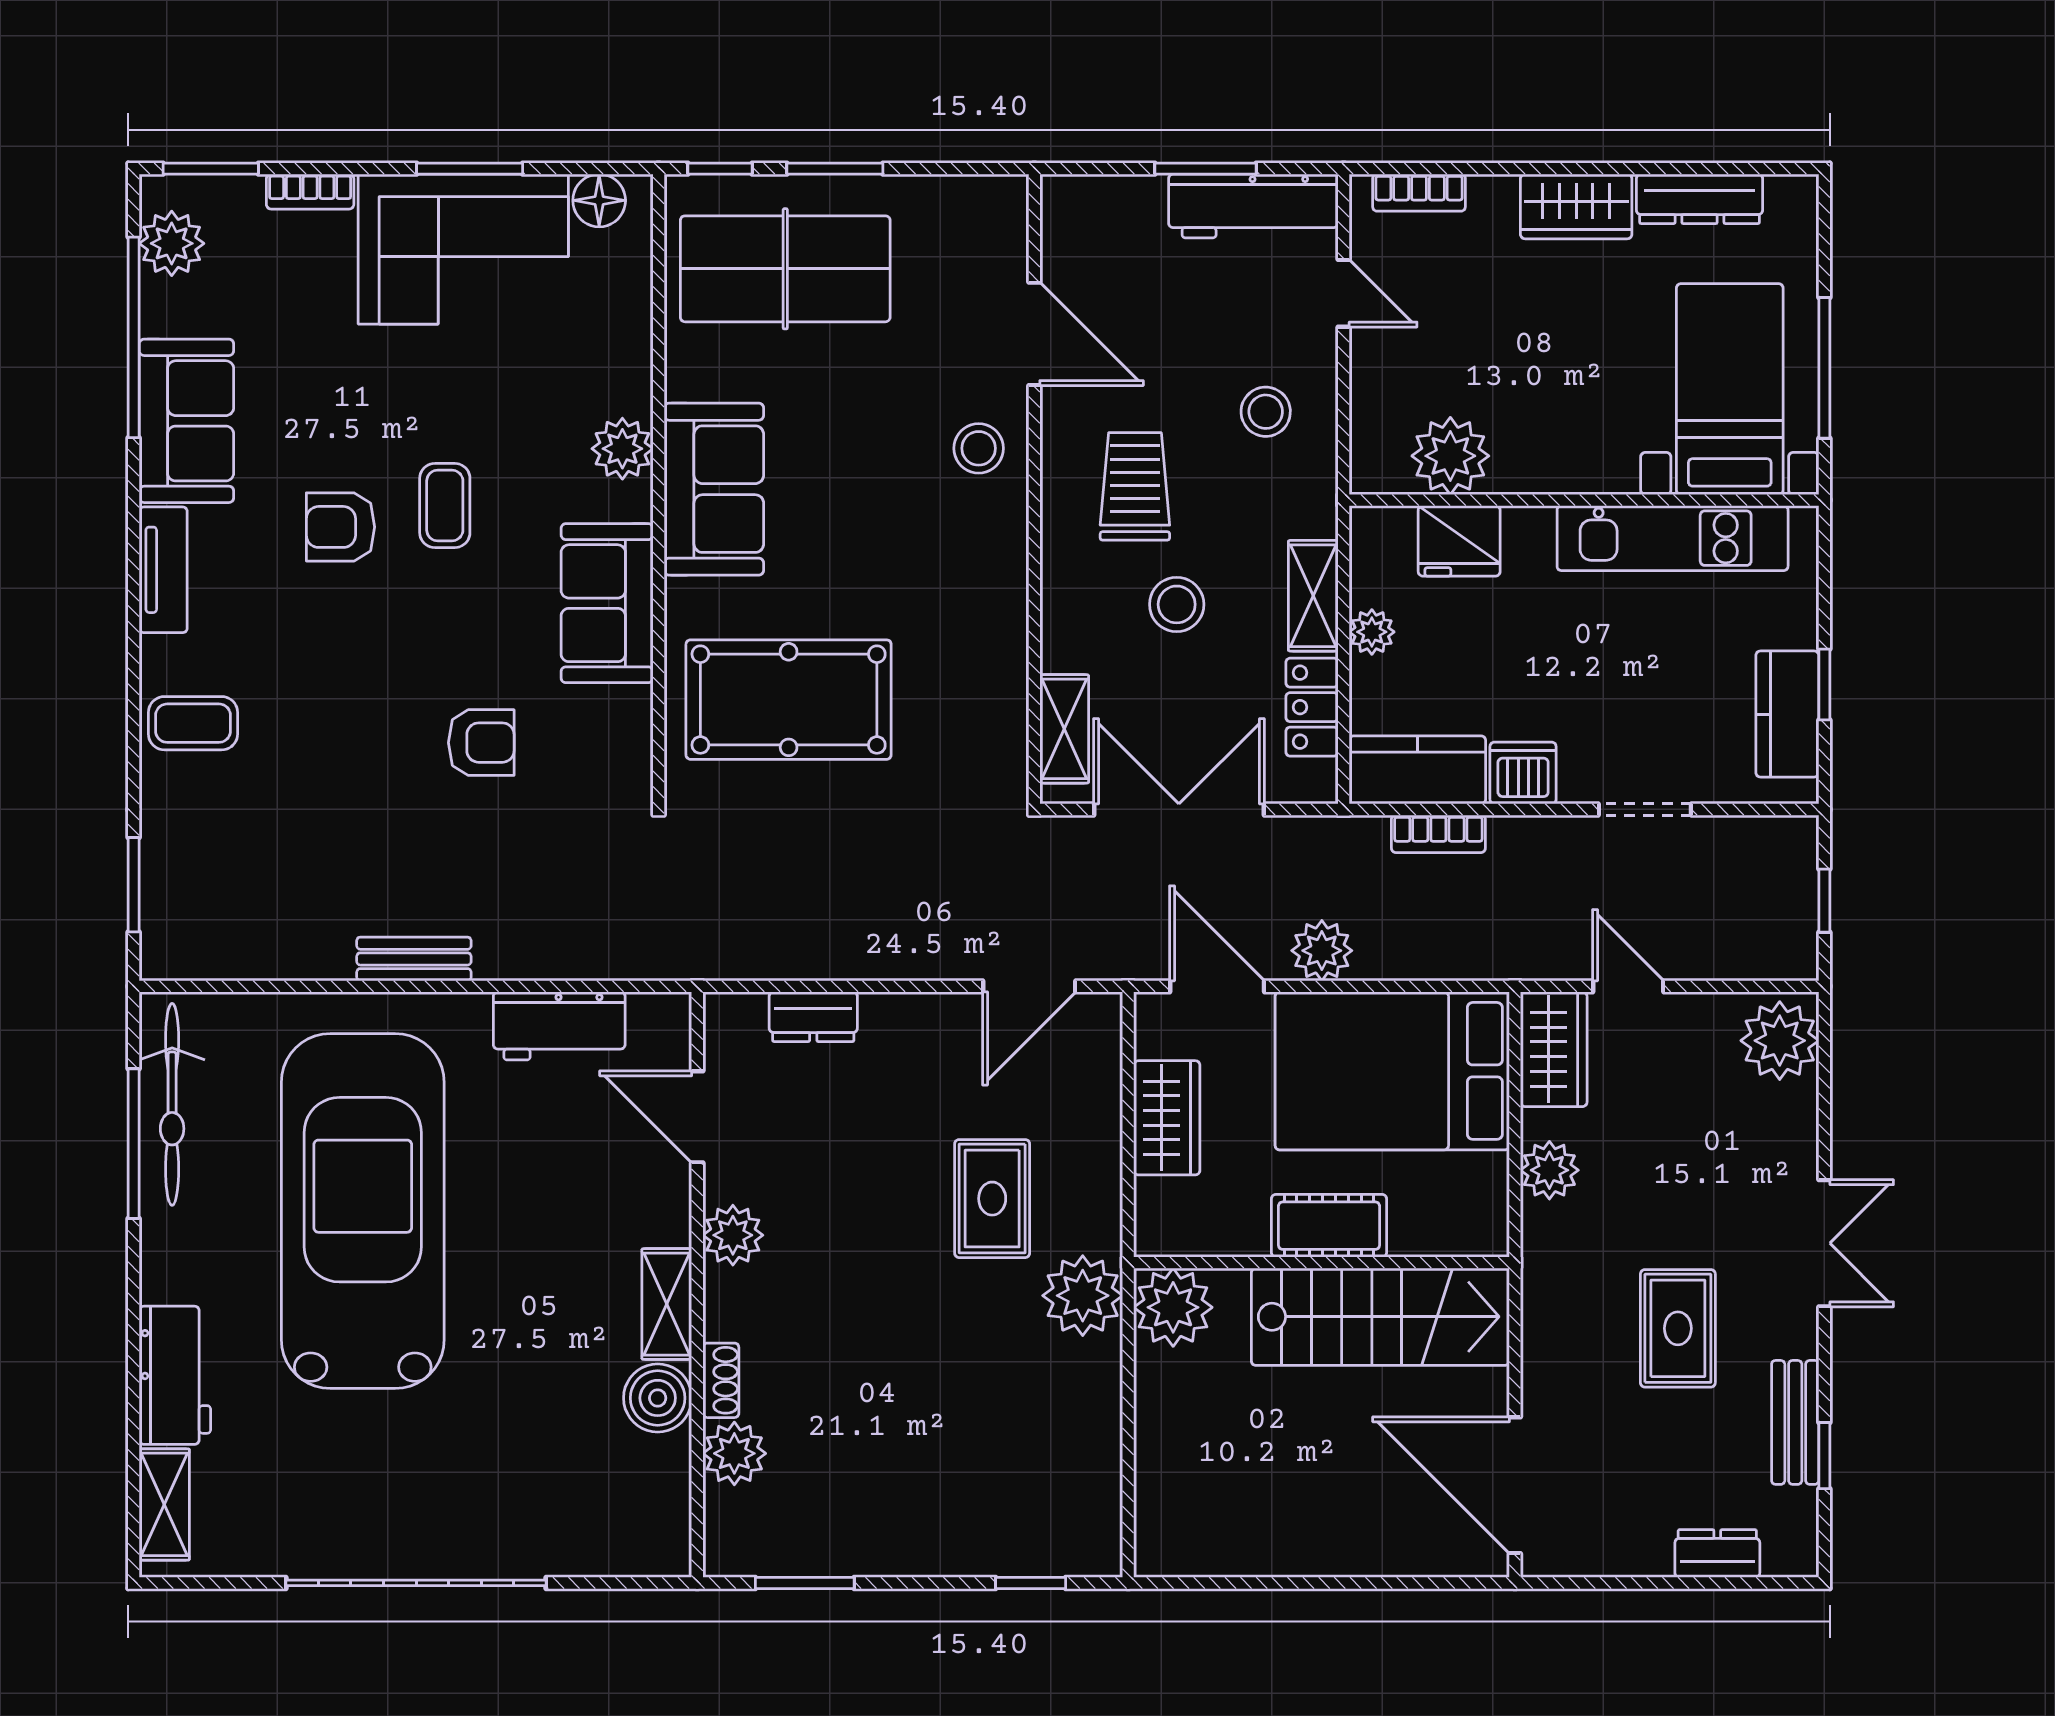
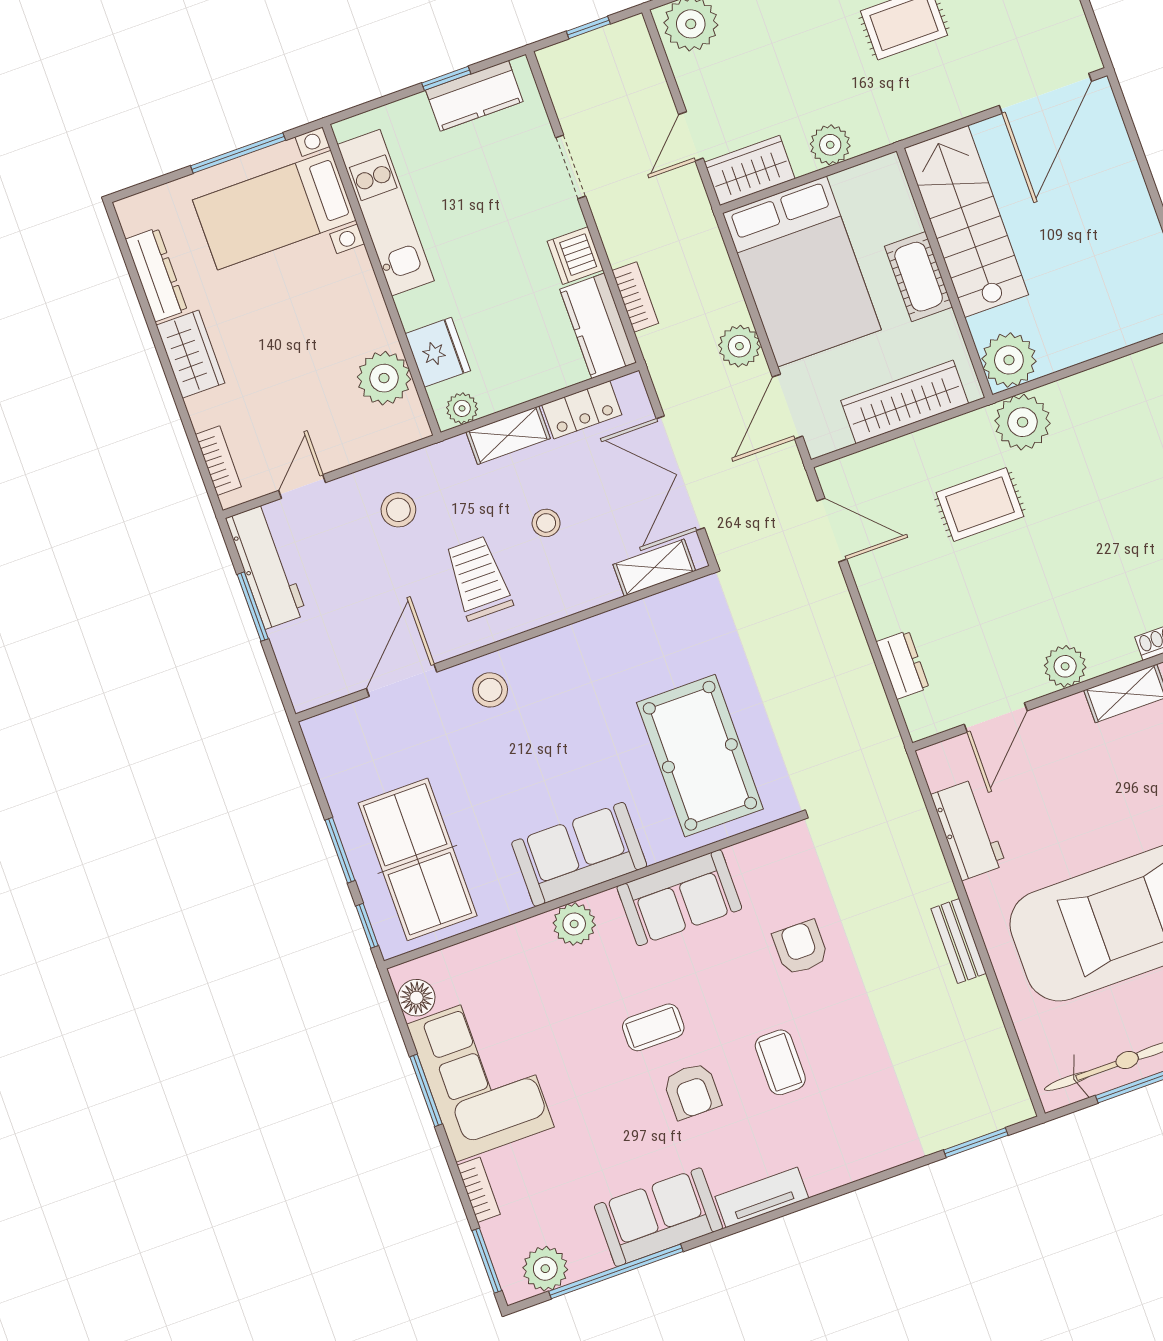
trolley: (1135, 486) -> (478, 578), turned 90
stool: (1177, 604) -> (546, 523), width x0.73, depth x0.73
plant: (1372, 632) -> (462, 408), moved
coffee table: (193, 723) -> (780, 1062), moved
wardrobe: (1167, 1118) -> (905, 402), width x1.50

